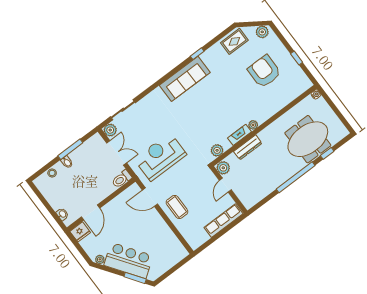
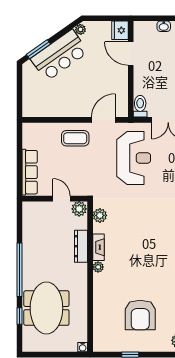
armchair: (264, 71) -> (140, 315), turned 90
washbasin: (62, 214) -> (164, 26), moved

